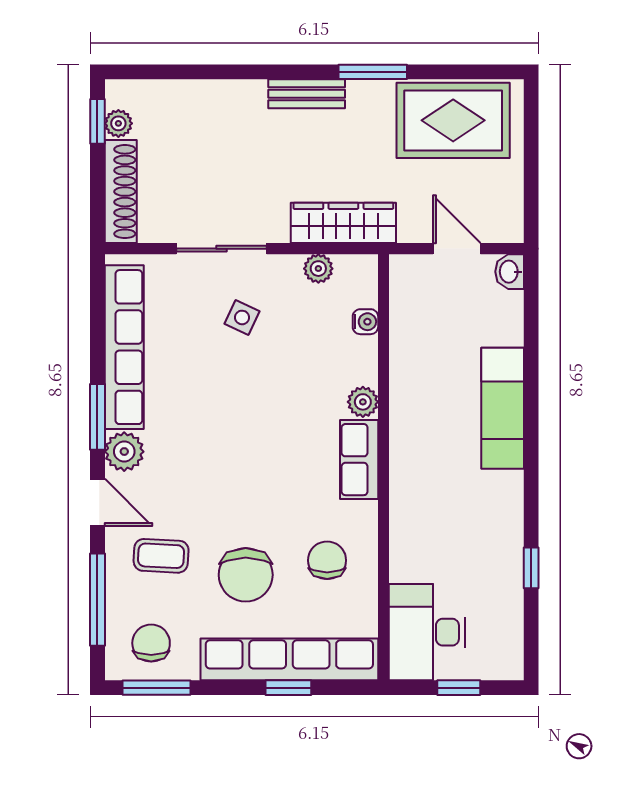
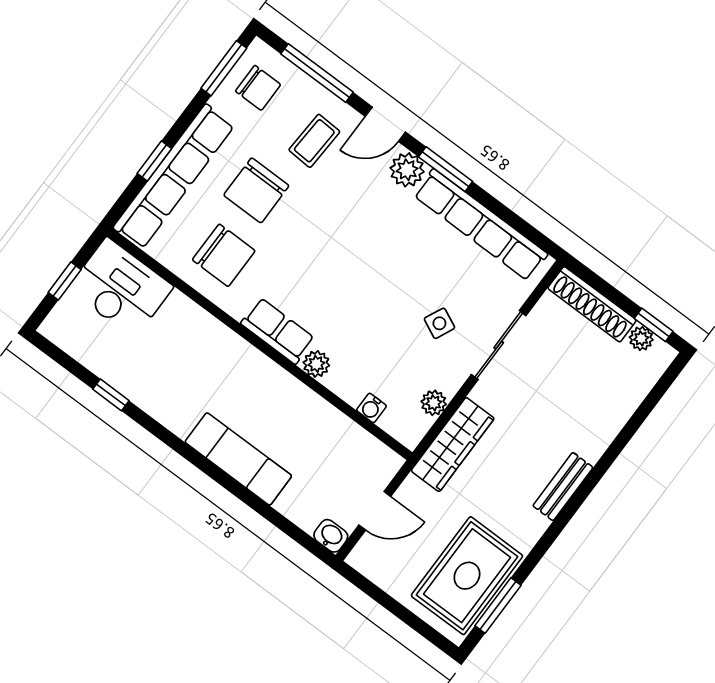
window: (373, 72) -> (498, 605), moved
chair: (327, 560) -> (224, 255), width x1.37, depth x1.37
chair: (246, 575) -> (256, 190), turned -90

